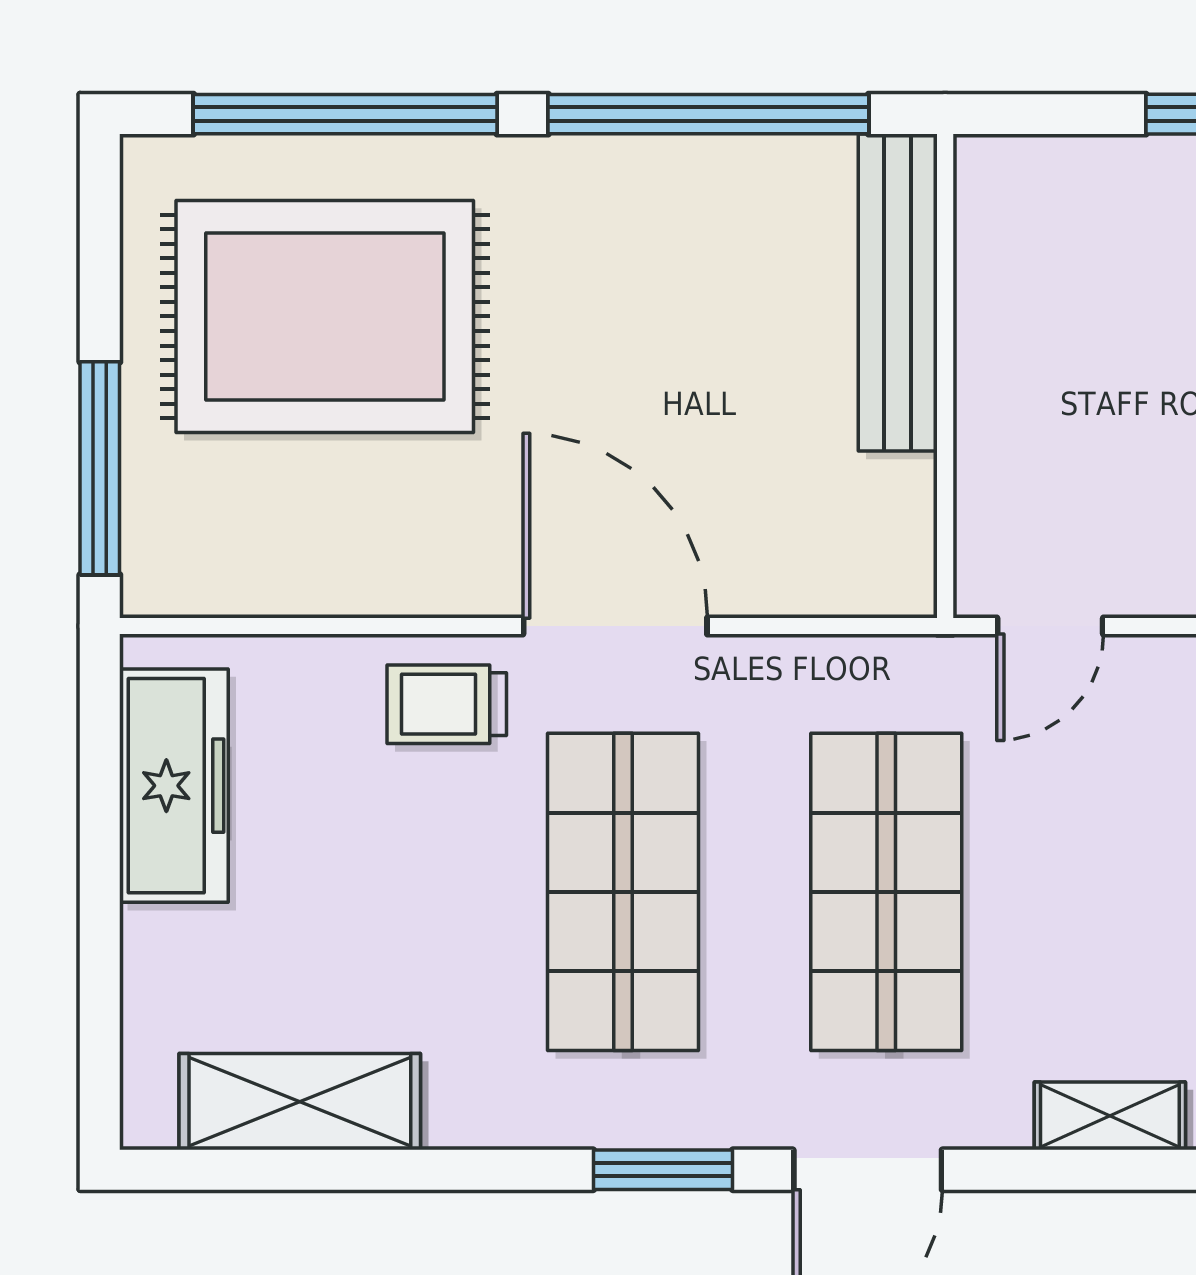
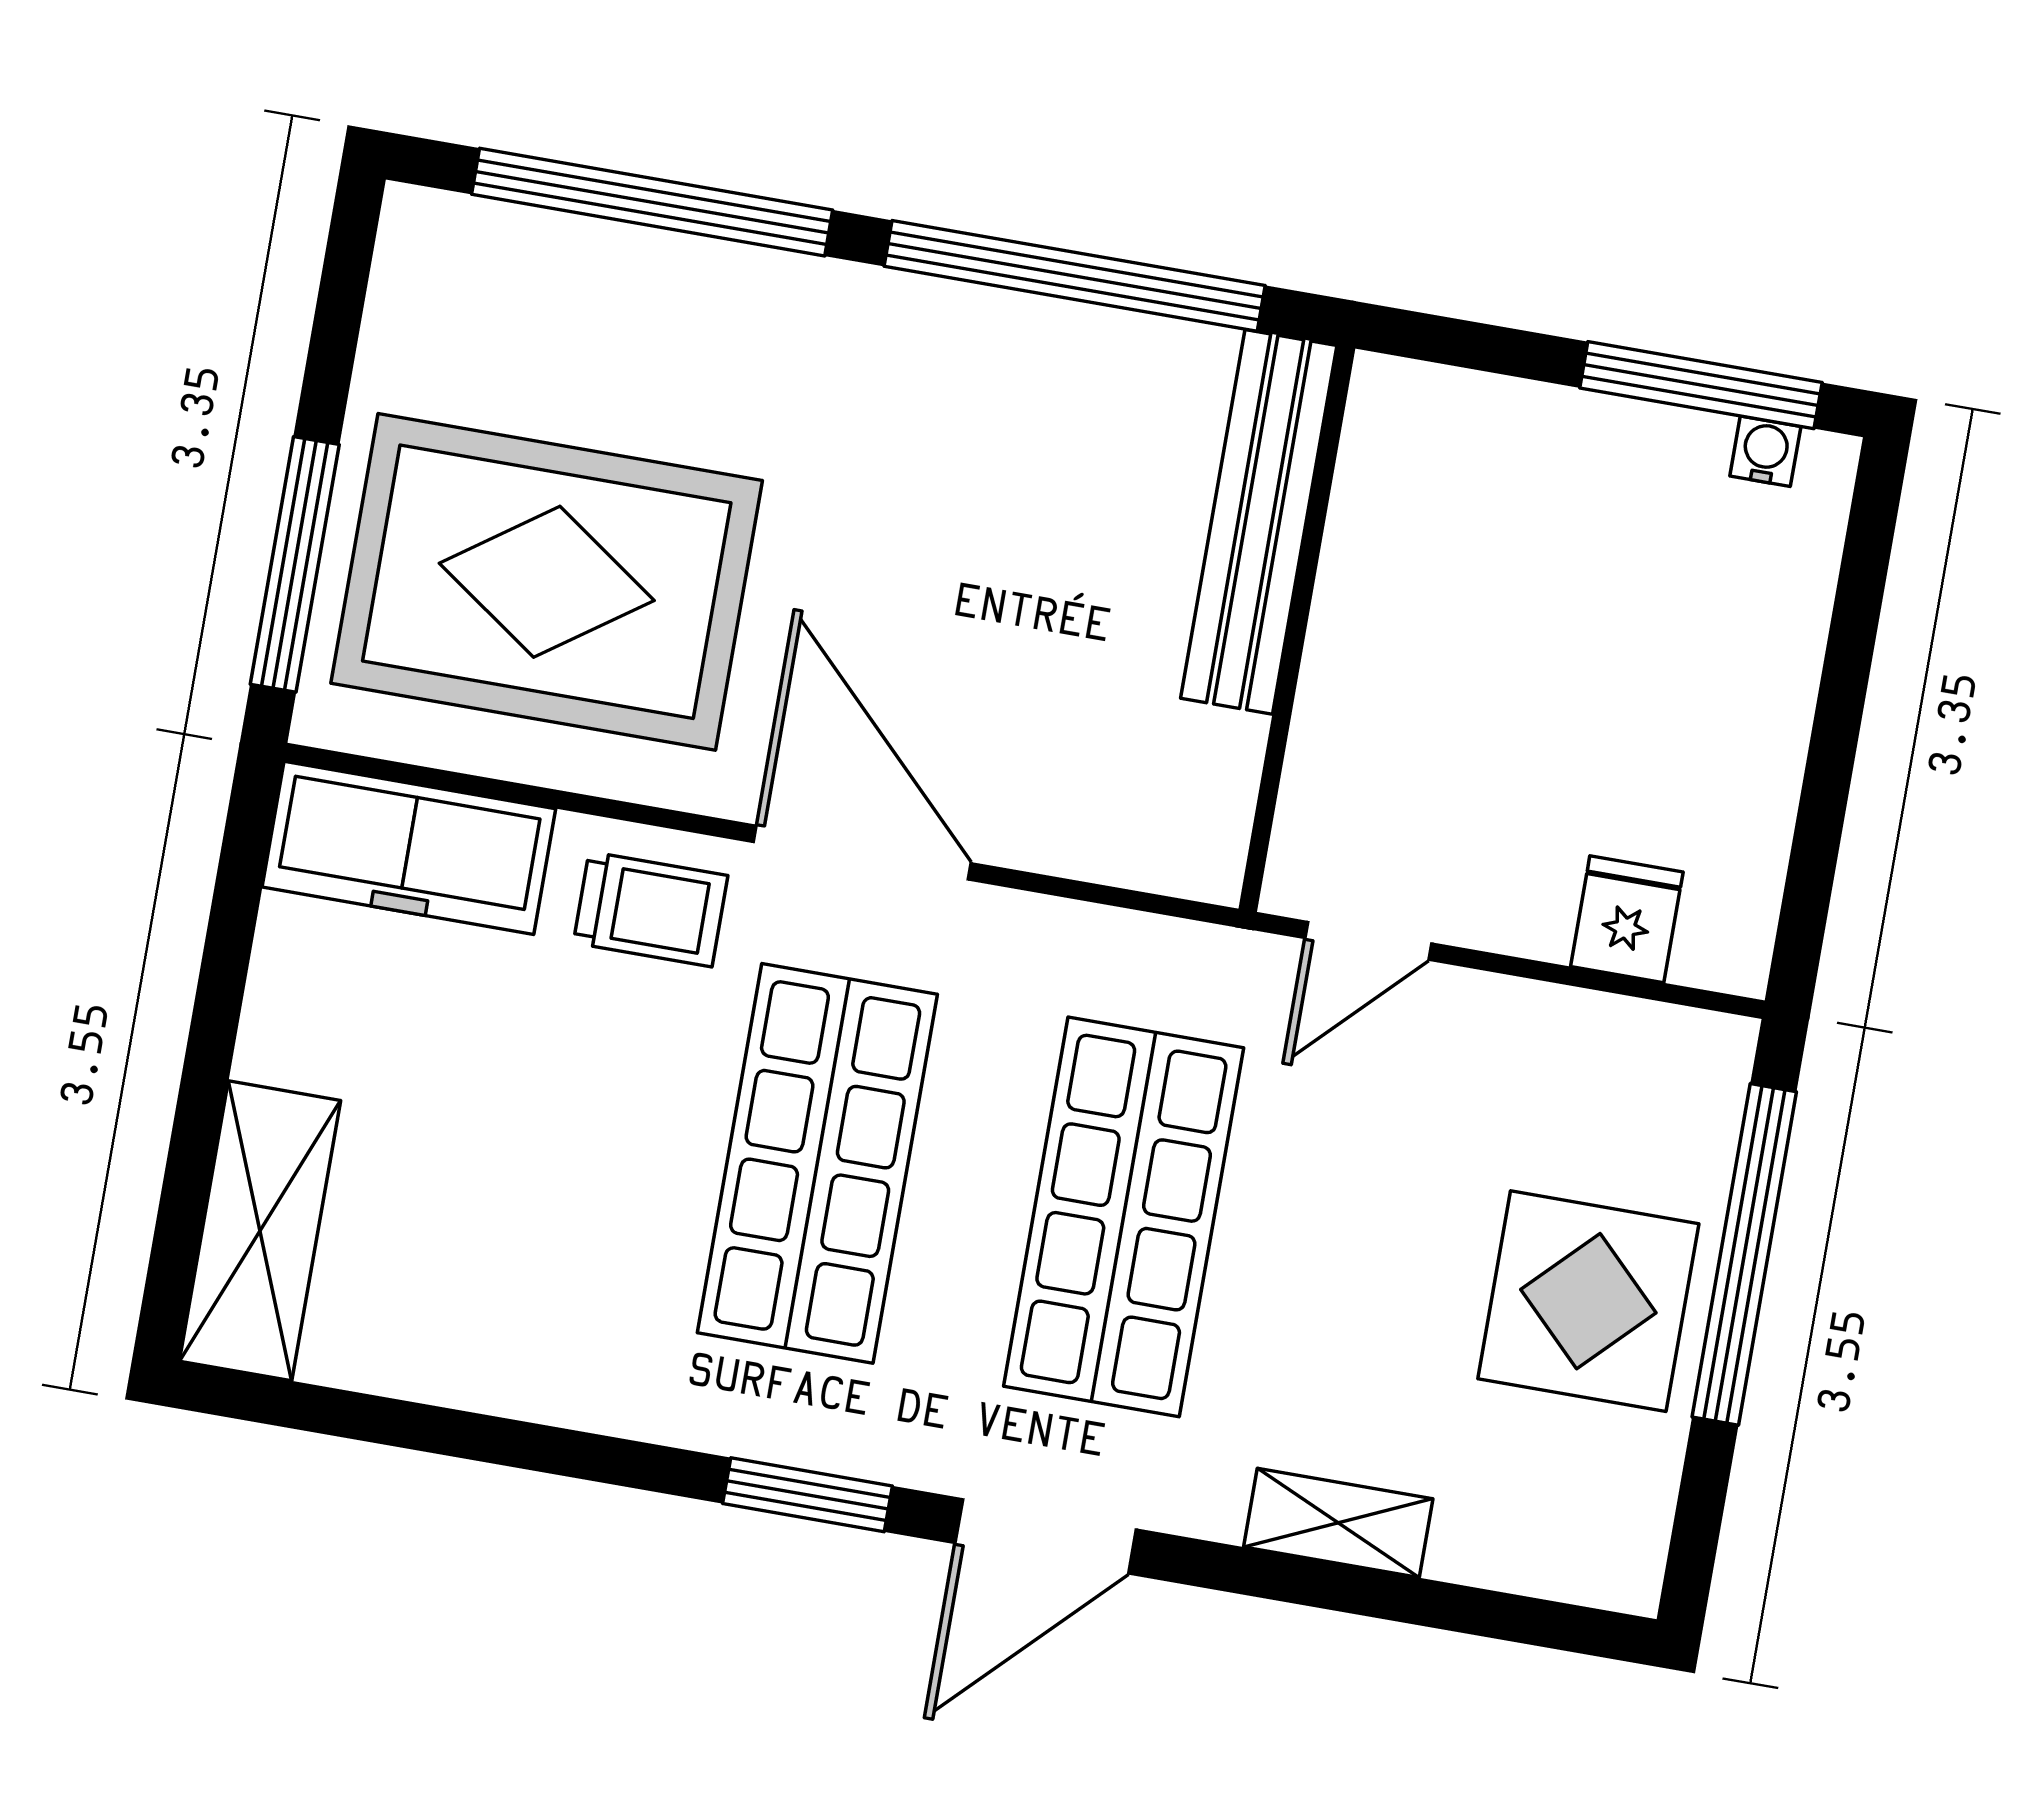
rug: (325, 316) -> (547, 582), moved
trolley: (447, 704) -> (650, 909), turned 180
freezer: (174, 786) -> (409, 848), moved, turned 90
shelving: (300, 1102) -> (260, 1231), moved, turned 90

